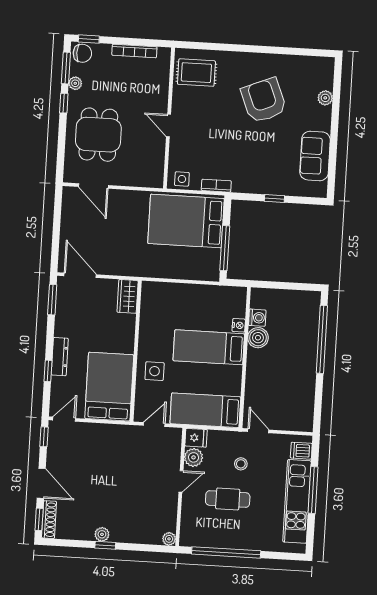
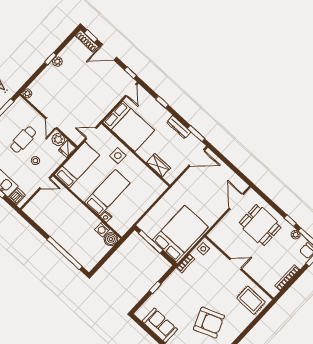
rug: (196, 73) -> (251, 300), turned 90
door: (93, 186) -> (236, 201), hinge flipped
wardrobe: (128, 296) -> (158, 165), moved
boiler: (258, 338) -> (111, 239), moved
dresser: (60, 357) -> (179, 127), moved
door: (154, 425) -> (91, 133), swing flipped

